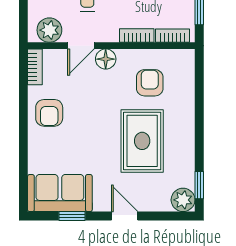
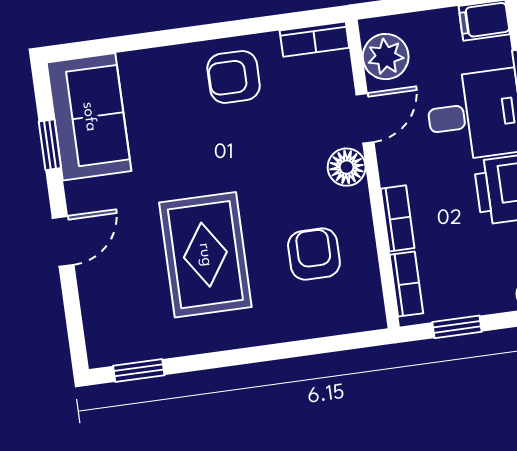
door: (81, 46) -> (365, 118), swing flipped
armchair: (150, 83) -> (314, 254), turned -90
rug: (142, 141) -> (205, 255), turned 90
plant: (183, 200) -> (107, 345), removed

